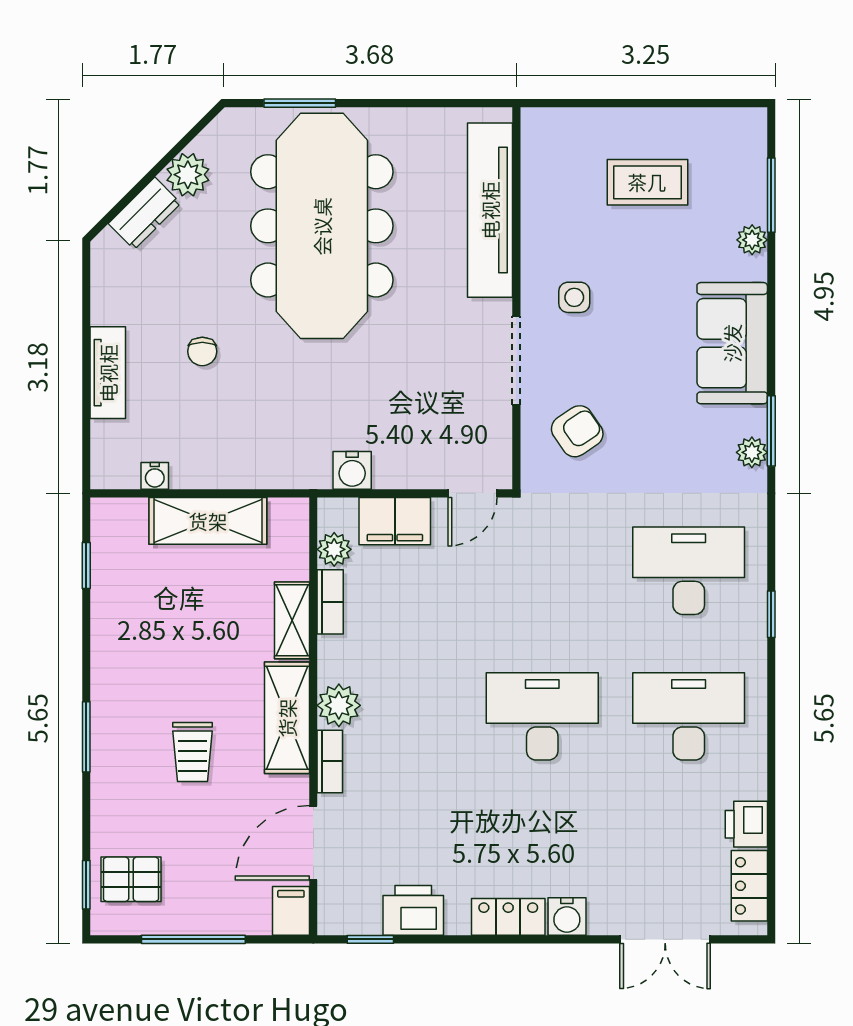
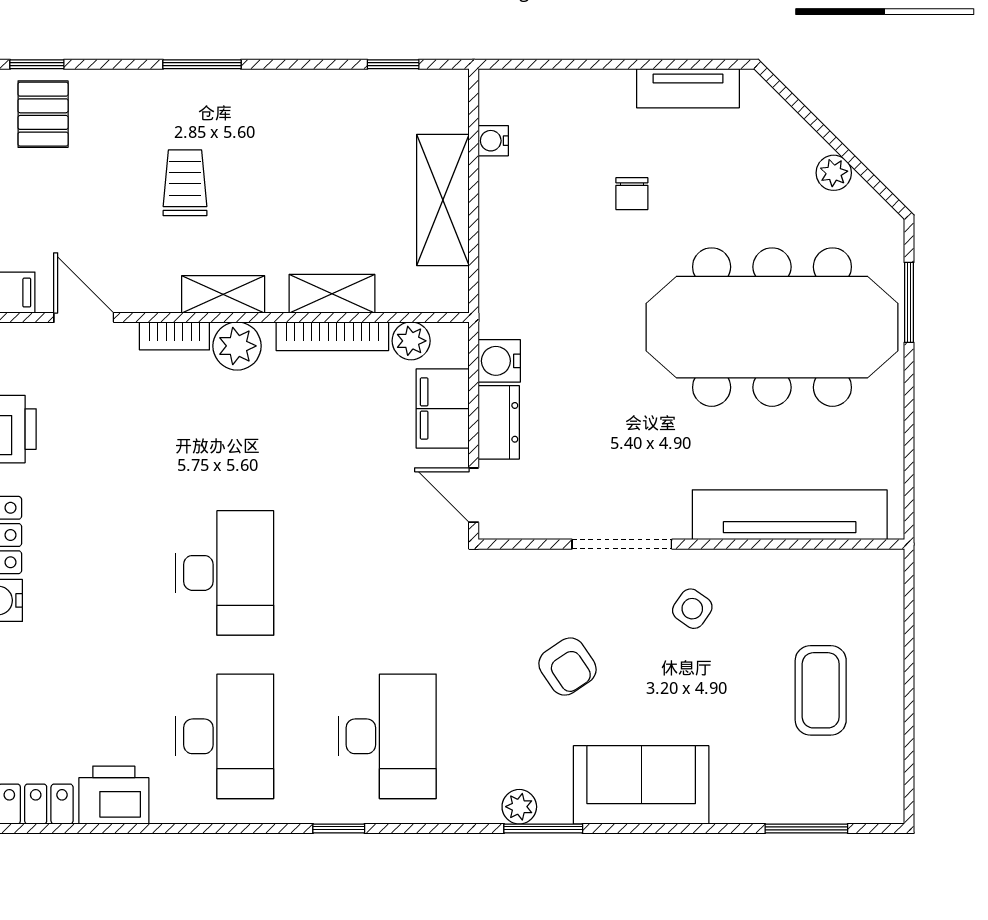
plant: (188, 175) -> (834, 173), width x0.73, depth x0.73
dresser: (145, 213) -> (499, 422), moved, turned -135
plant: (752, 240) -> (756, 807), removed
side table: (574, 297) -> (692, 609), turned 35
chair: (202, 351) -> (632, 194), turned -90
tv unit: (108, 373) -> (688, 88), moved
armchair: (577, 431) -> (567, 667), moved
bookcase: (330, 602) -> (332, 336), width x1.56
shelving: (287, 718) -> (223, 294), width x0.67, depth x0.75
trolley: (193, 752) -> (185, 183), turned 90
printer: (746, 824) -> (114, 795), width x1.36, depth x1.24
door: (313, 843) -> (84, 317), width x0.73

